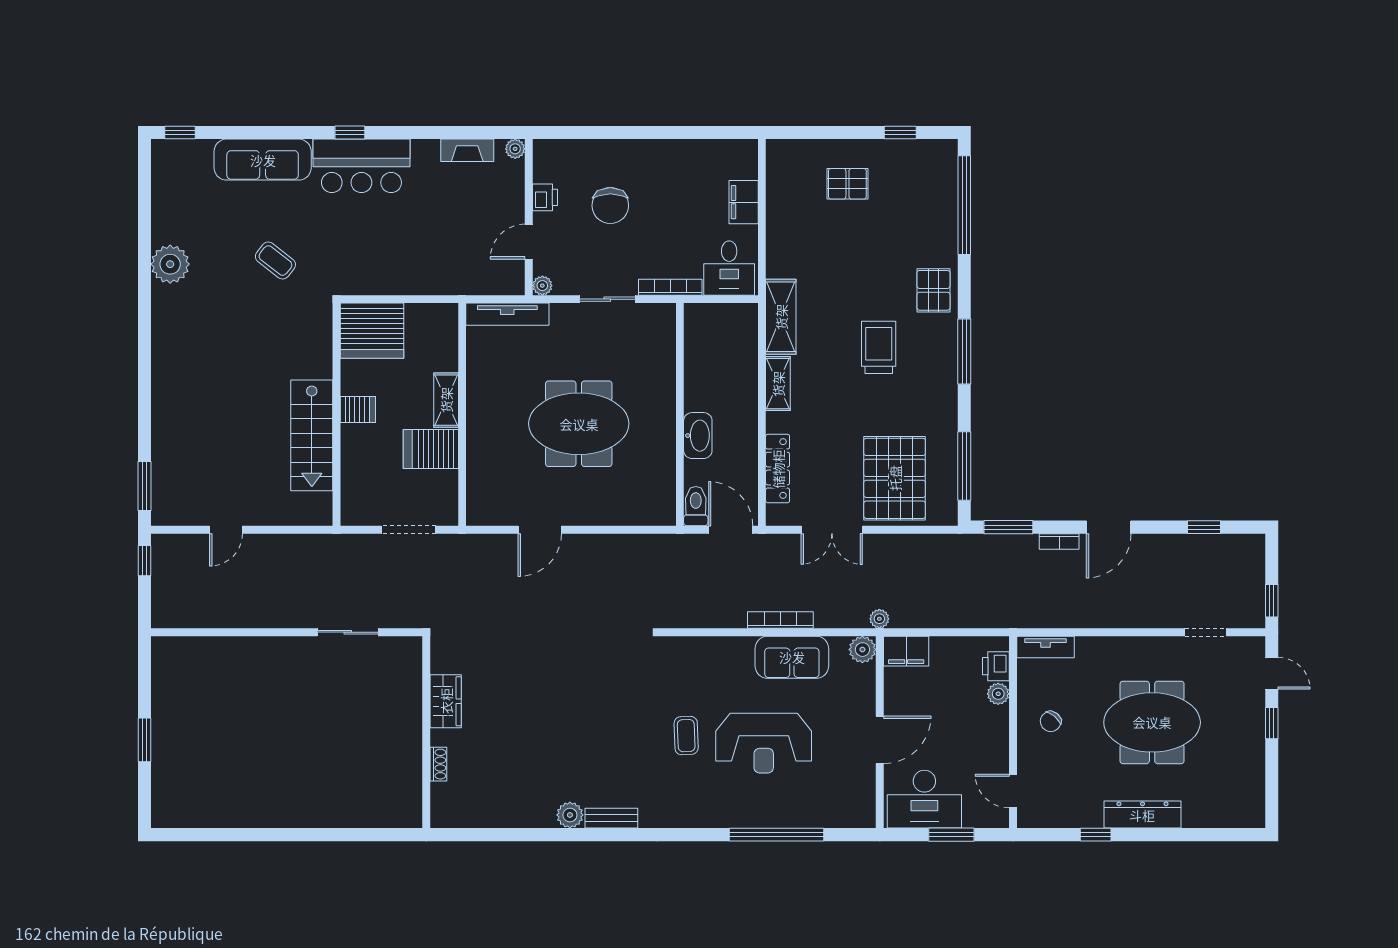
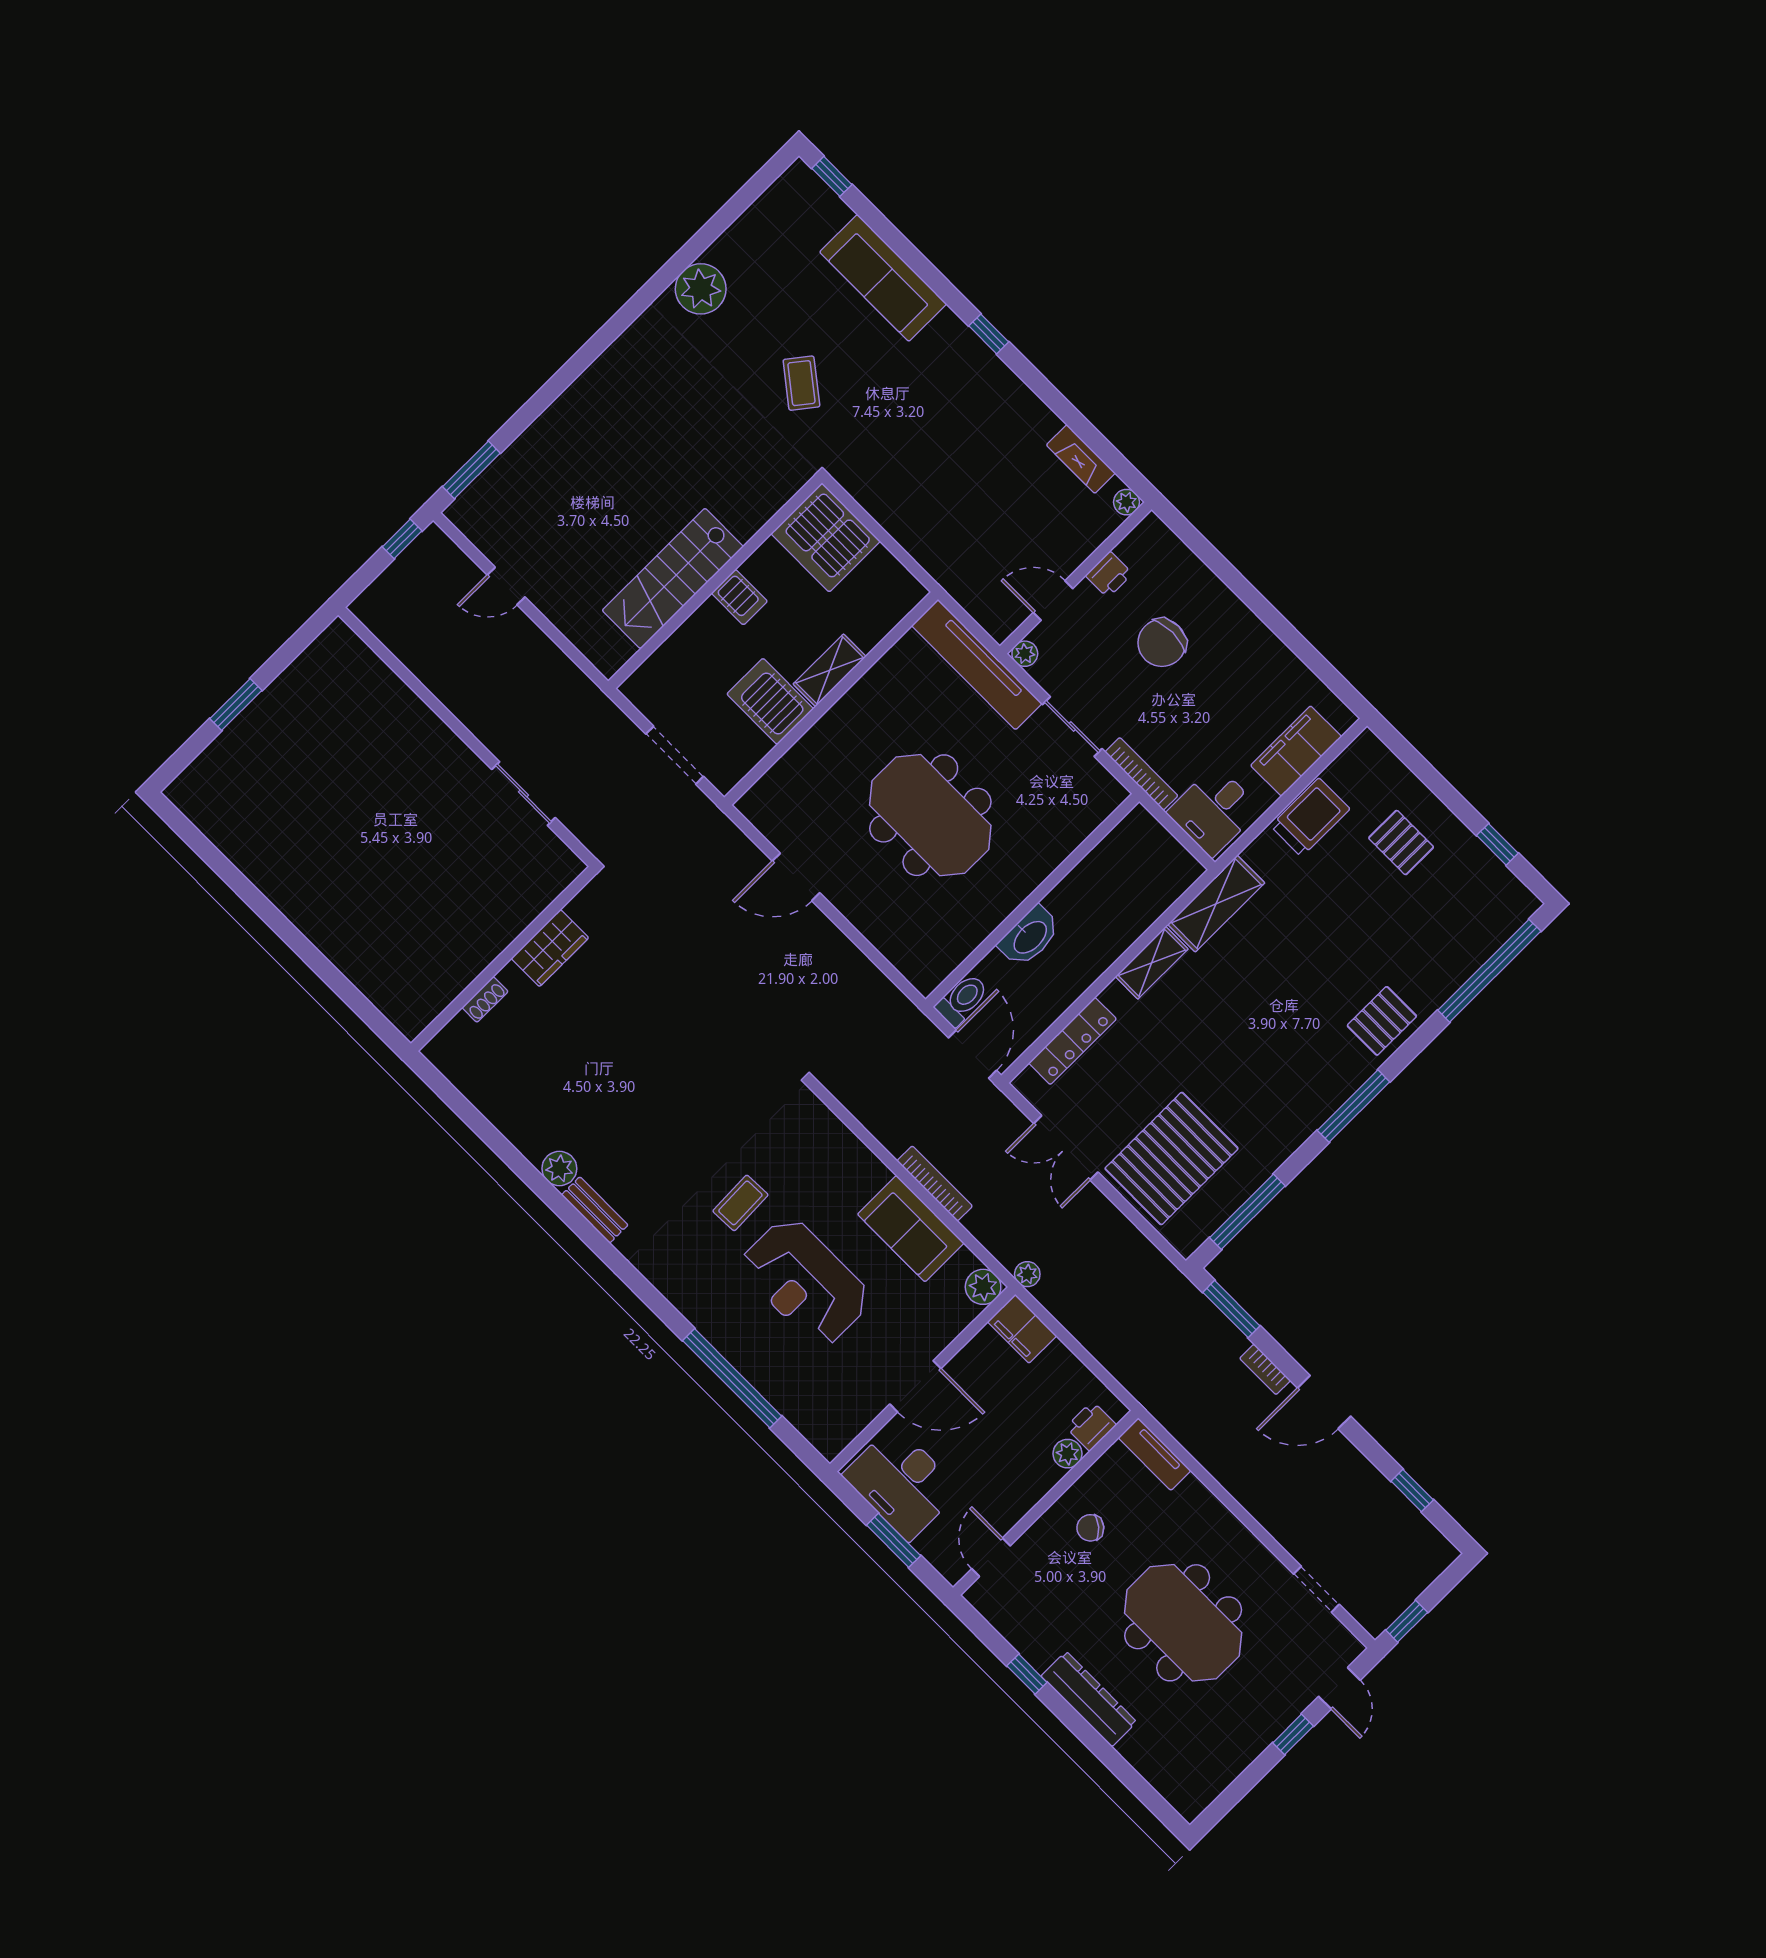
bar counter: (361, 166) -> (969, 375), removed
filing cabinet: (744, 202) -> (1296, 751), width x1.50, depth x1.17
tv unit: (507, 314) -> (977, 665), width x1.36, depth x1.29
trolley: (879, 347) -> (1310, 817), moved

